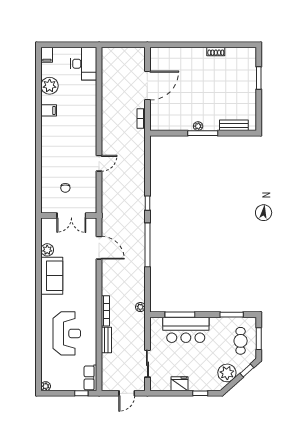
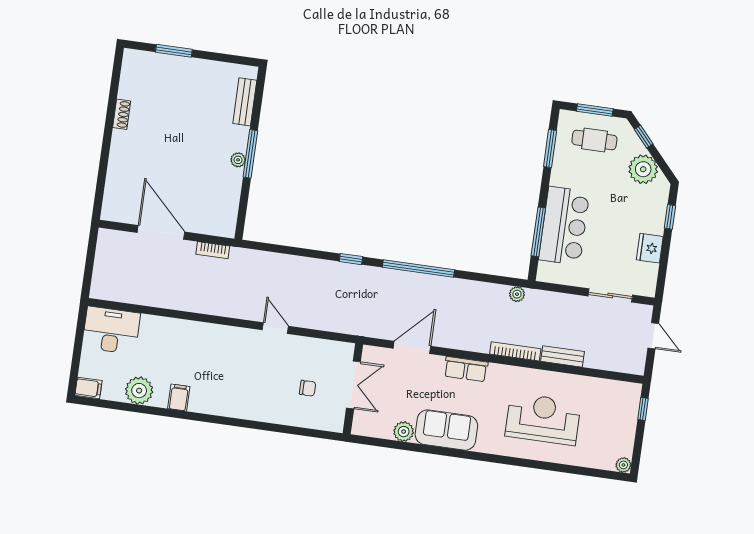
row of seats: (90, 378) -> (466, 369), moved

